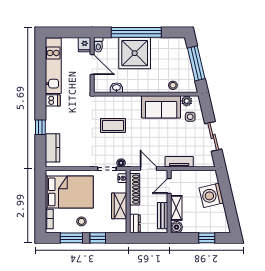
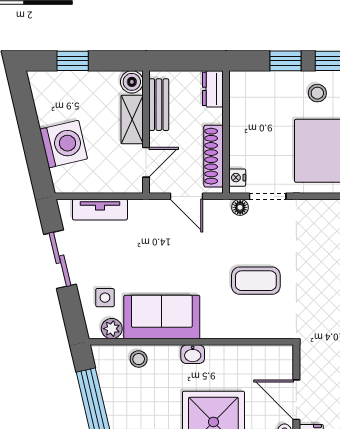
washbasin: (116, 88) -> (193, 354), moved
tv unit: (179, 162) -> (100, 210), moved
wardrobe: (119, 206) -> (244, 123), removed

